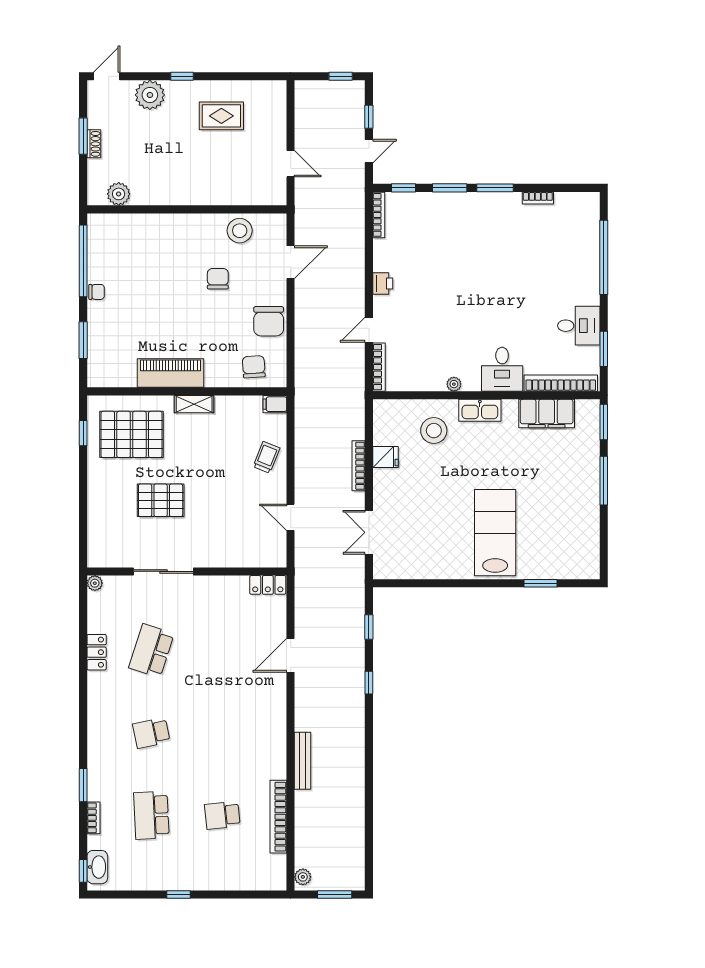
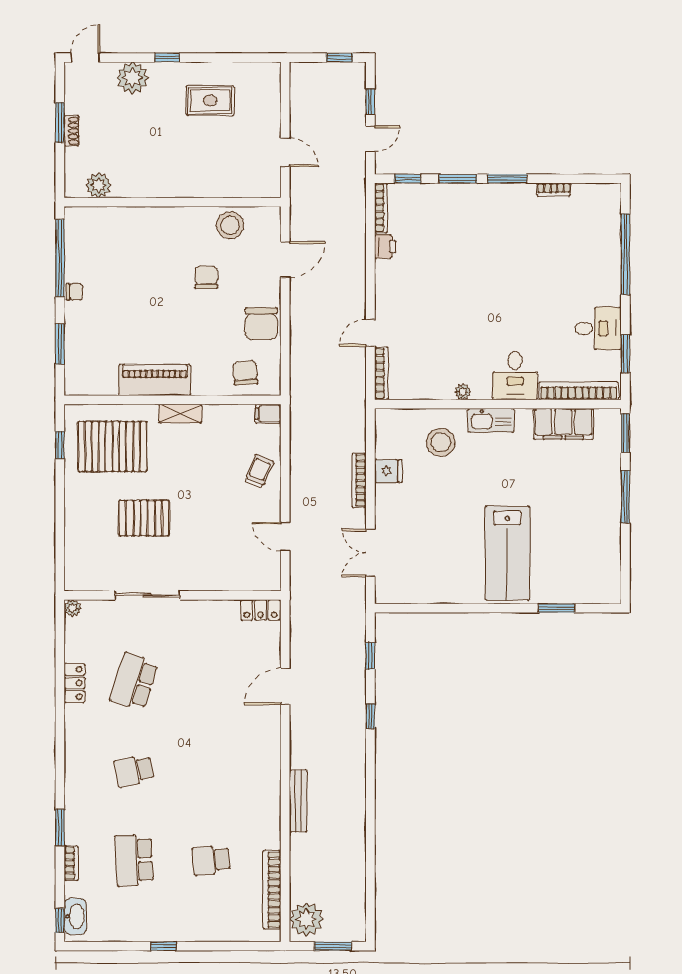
printer: (383, 284) -> (385, 247), moved
lab bench: (495, 533) -> (507, 553), turned 180
bookcase: (278, 817) -> (272, 890), moved
plant: (303, 877) -> (306, 919), width x1.87, depth x1.87

